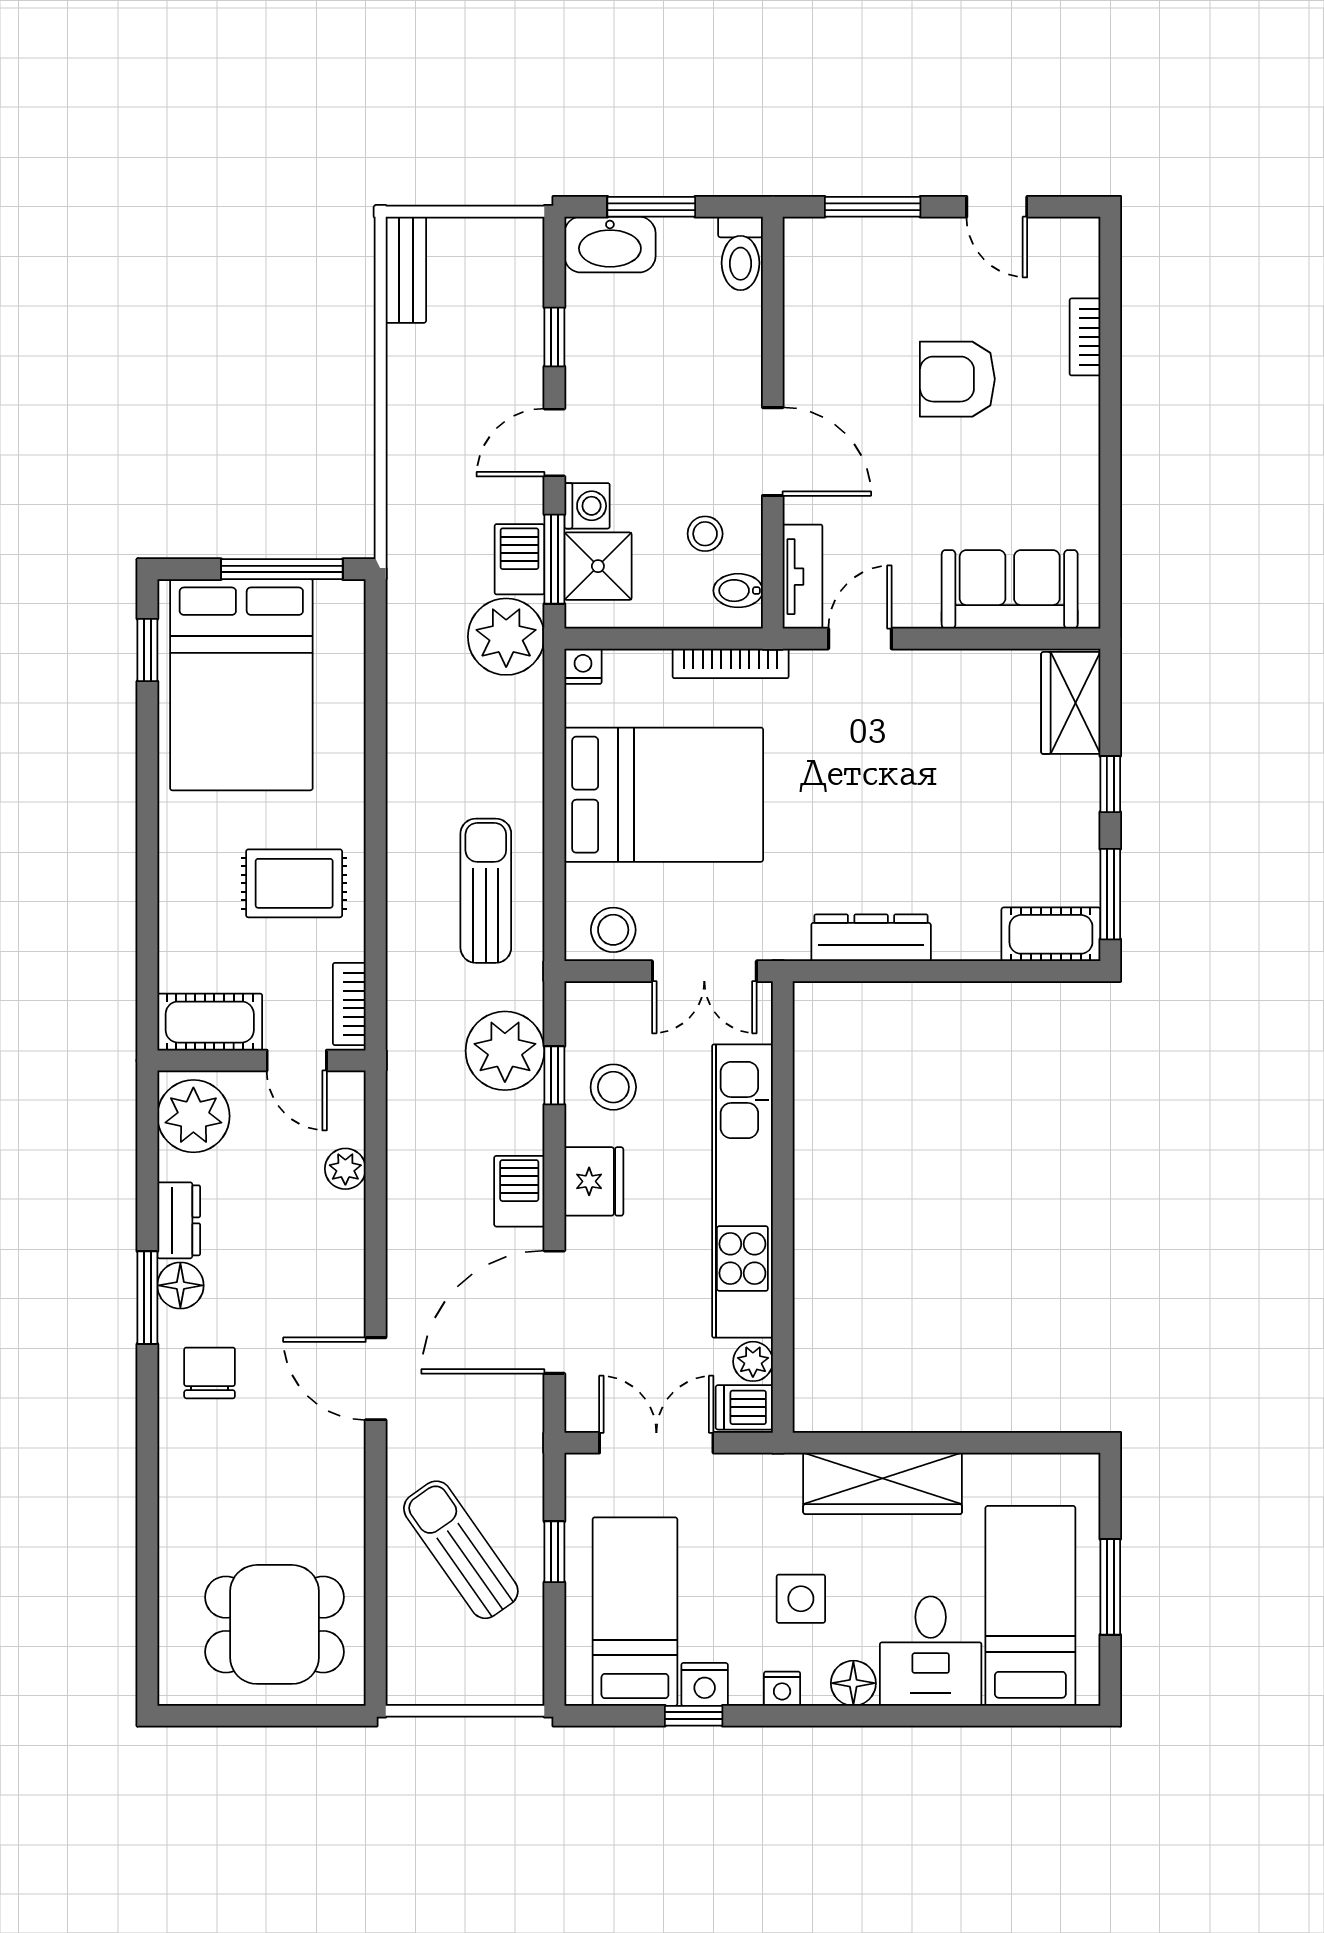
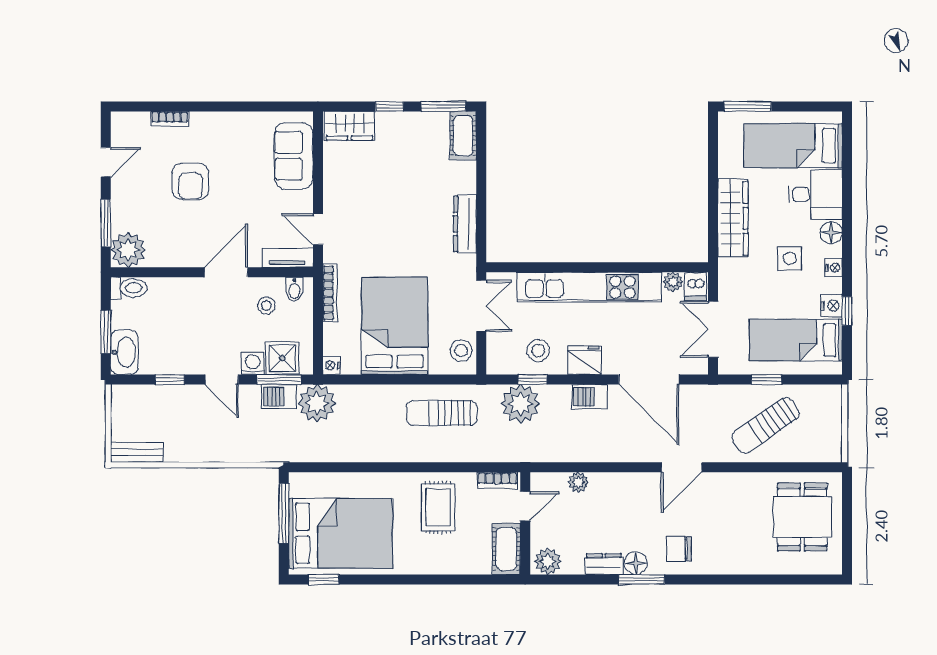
plant: (818, 252) -> (128, 250), added
plant: (193, 1116) -> (548, 562), width x0.73, depth x0.73
window: (1110, 1587) -> (748, 106), moved

